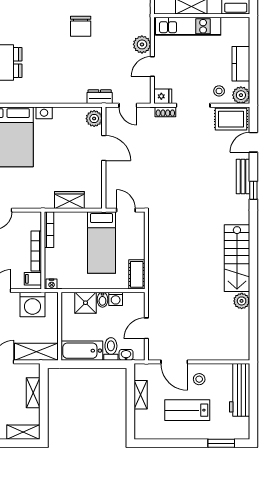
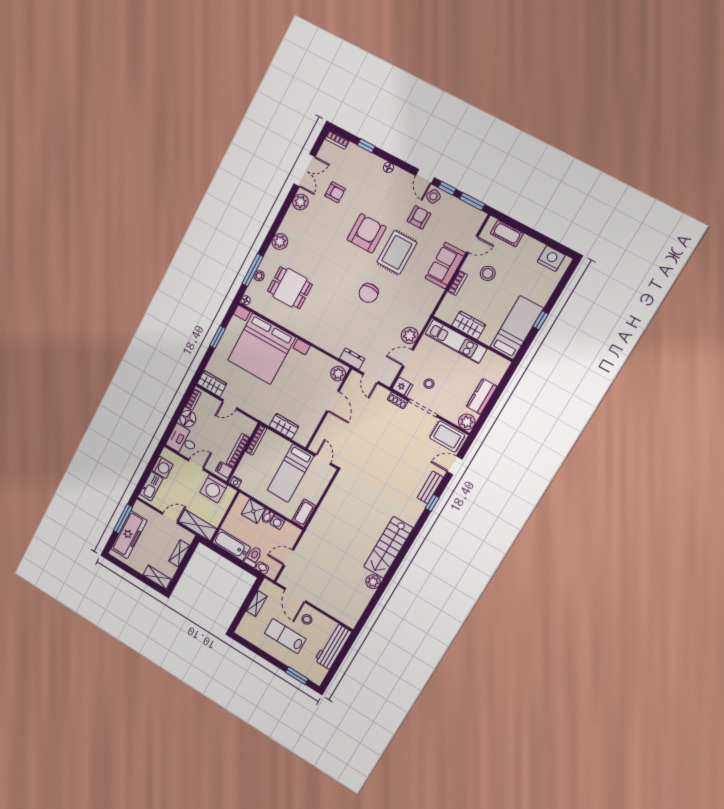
stool: (219, 91) -> (429, 384), moved

